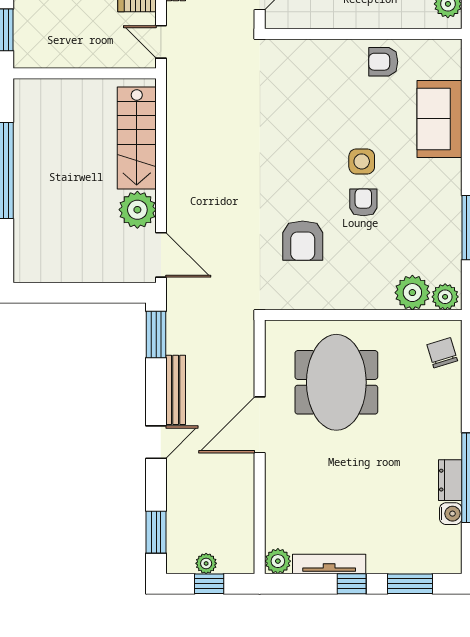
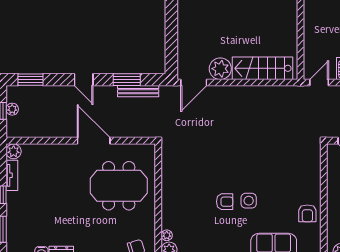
armchair: (383, 62) -> (307, 213), turned 180
armchair: (303, 241) -> (202, 166), removed
plant: (412, 293) -> (167, 235), width x0.53, depth x0.53
window: (156, 335) -> (127, 80), moved
bench: (176, 390) -> (138, 91), moved
tv unit: (329, 564) -> (12, 175), width x0.71

